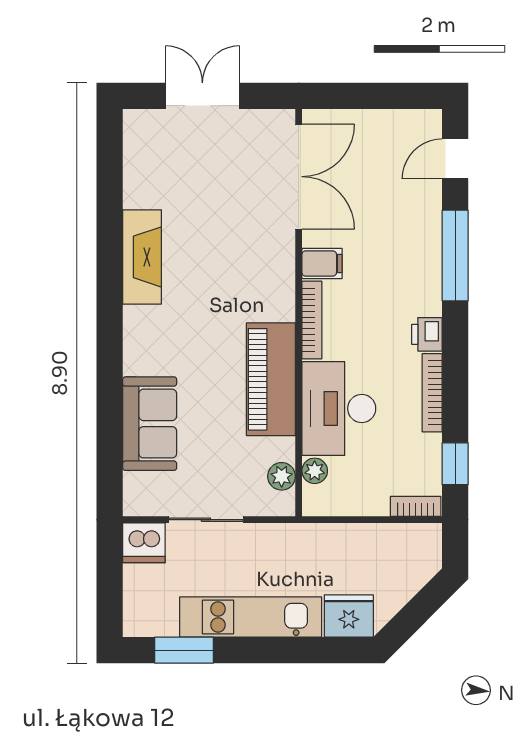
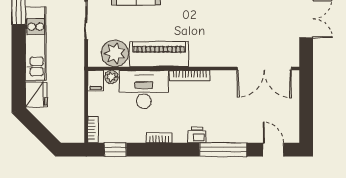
filing cabinet: (322, 264) -> (96, 81), moved
printer: (427, 334) -> (197, 135), moved
bookcase: (432, 393) -> (159, 138), width x0.64
plant: (282, 476) -> (115, 53), width x1.87, depth x1.87

